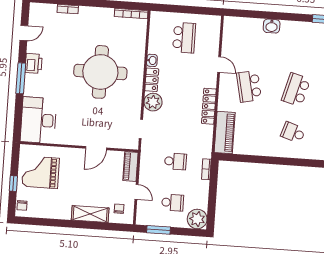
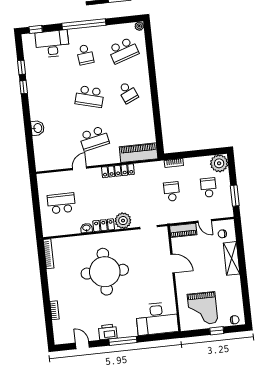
school desk: (293, 132) -> (128, 92), turned -42
door: (136, 192) -> (205, 221), swing flipped

